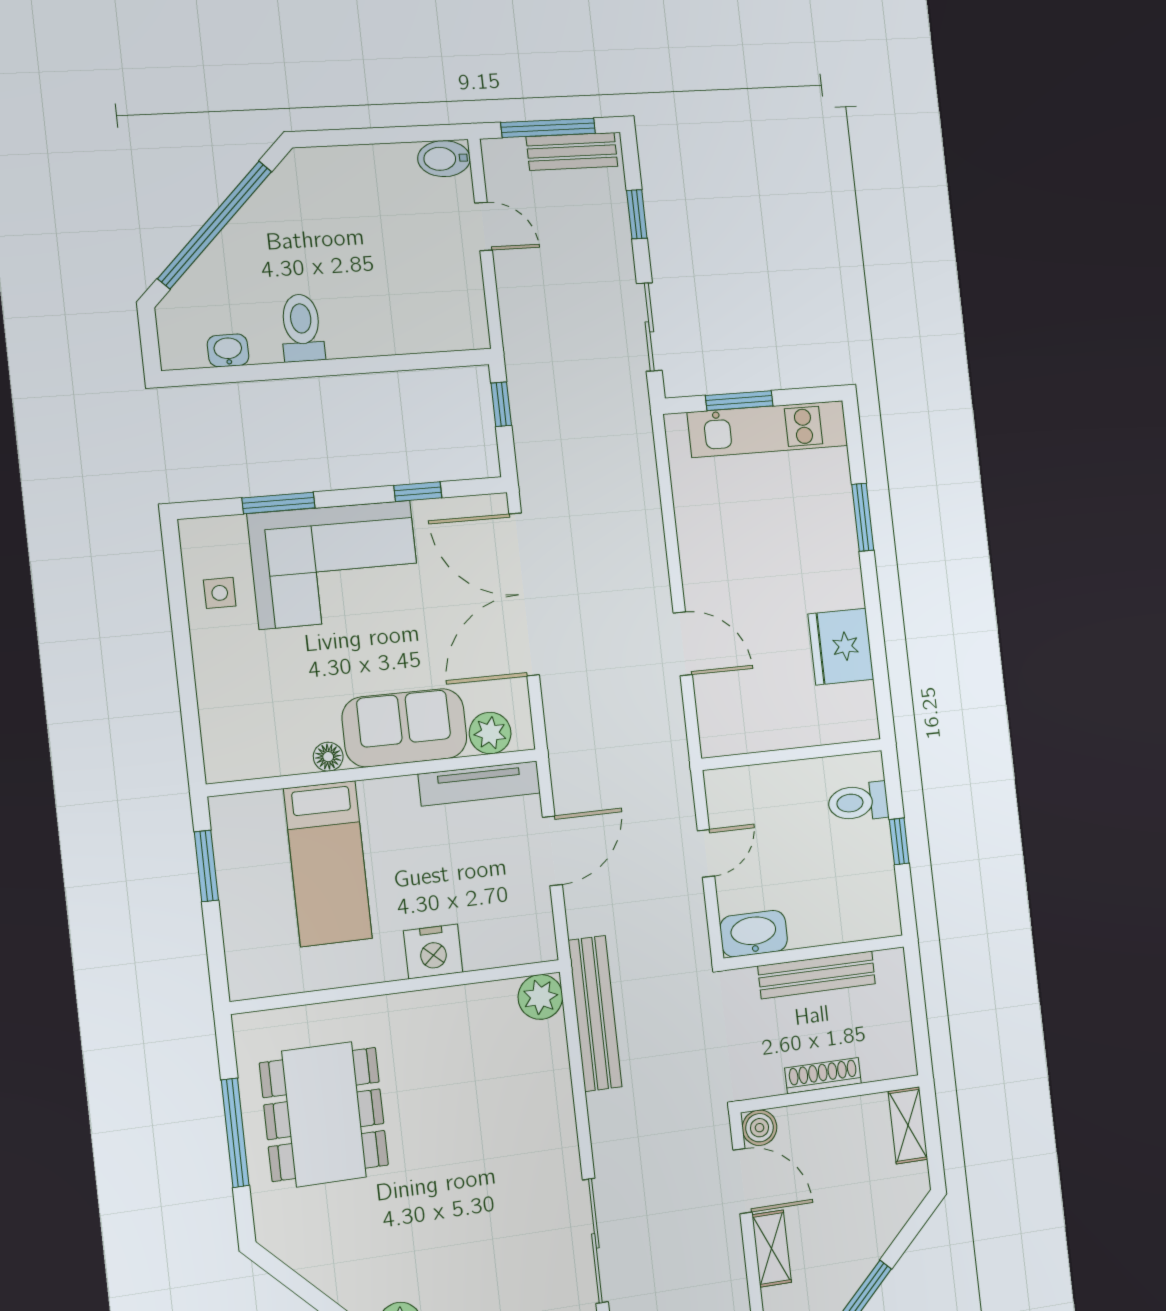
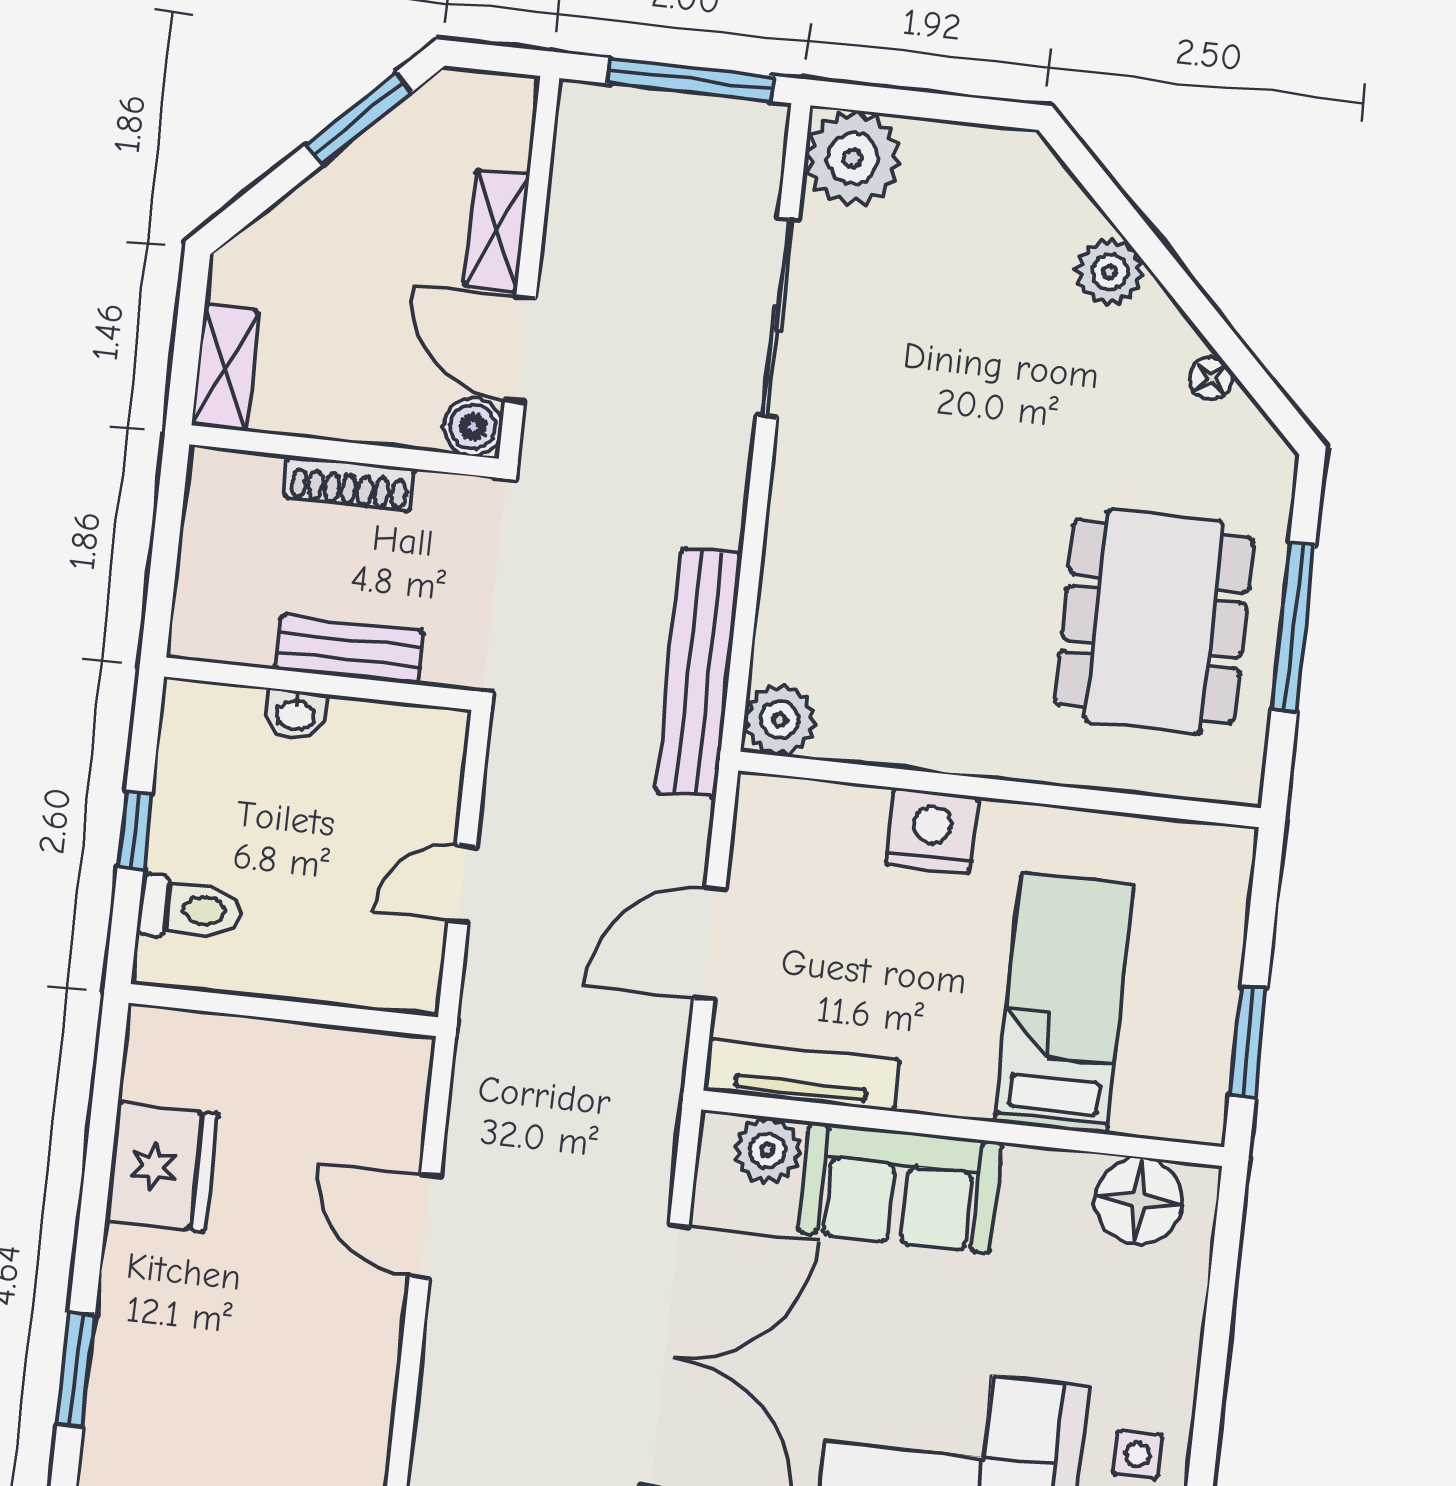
floor lamp: (328, 757) -> (1139, 1201), moved, width x1.89, depth x1.89
washbasin: (754, 934) -> (295, 714), moved, width x0.52, depth x0.69
bench: (817, 975) -> (349, 650), width x0.73
floor lamp: (322, 1275) -> (1211, 378), added

